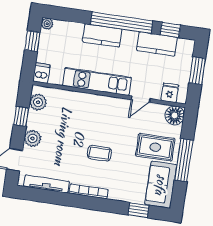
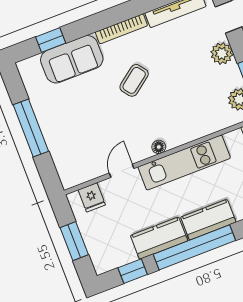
kitchen counter: (157, 44) -> (159, 238), moved
floor lamp: (175, 115) -> (159, 147), moved, width x0.53, depth x0.53
rug: (155, 147) -> (73, 124), removed
coffee table: (99, 153) -> (134, 80), turned -37
sofa: (161, 185) -> (72, 59), moved, turned 90

